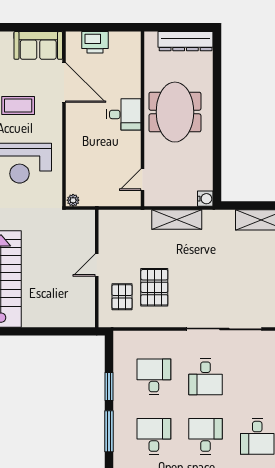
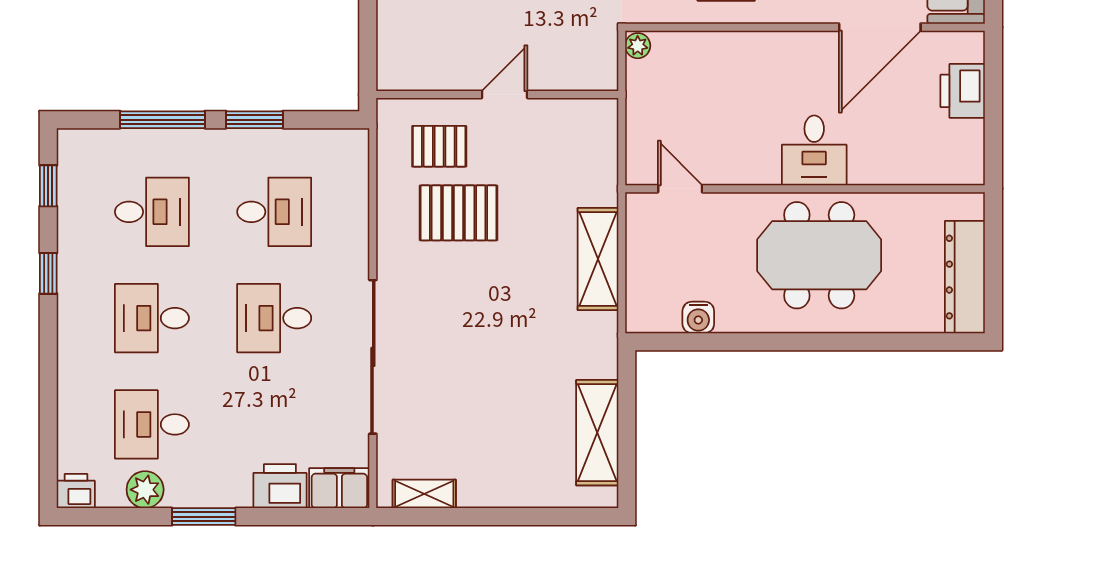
water cooler: (205, 199) -> (698, 317), moved
door: (97, 265) -> (505, 94), hinge flipped
desk: (206, 436) -> (152, 318), turned 180

